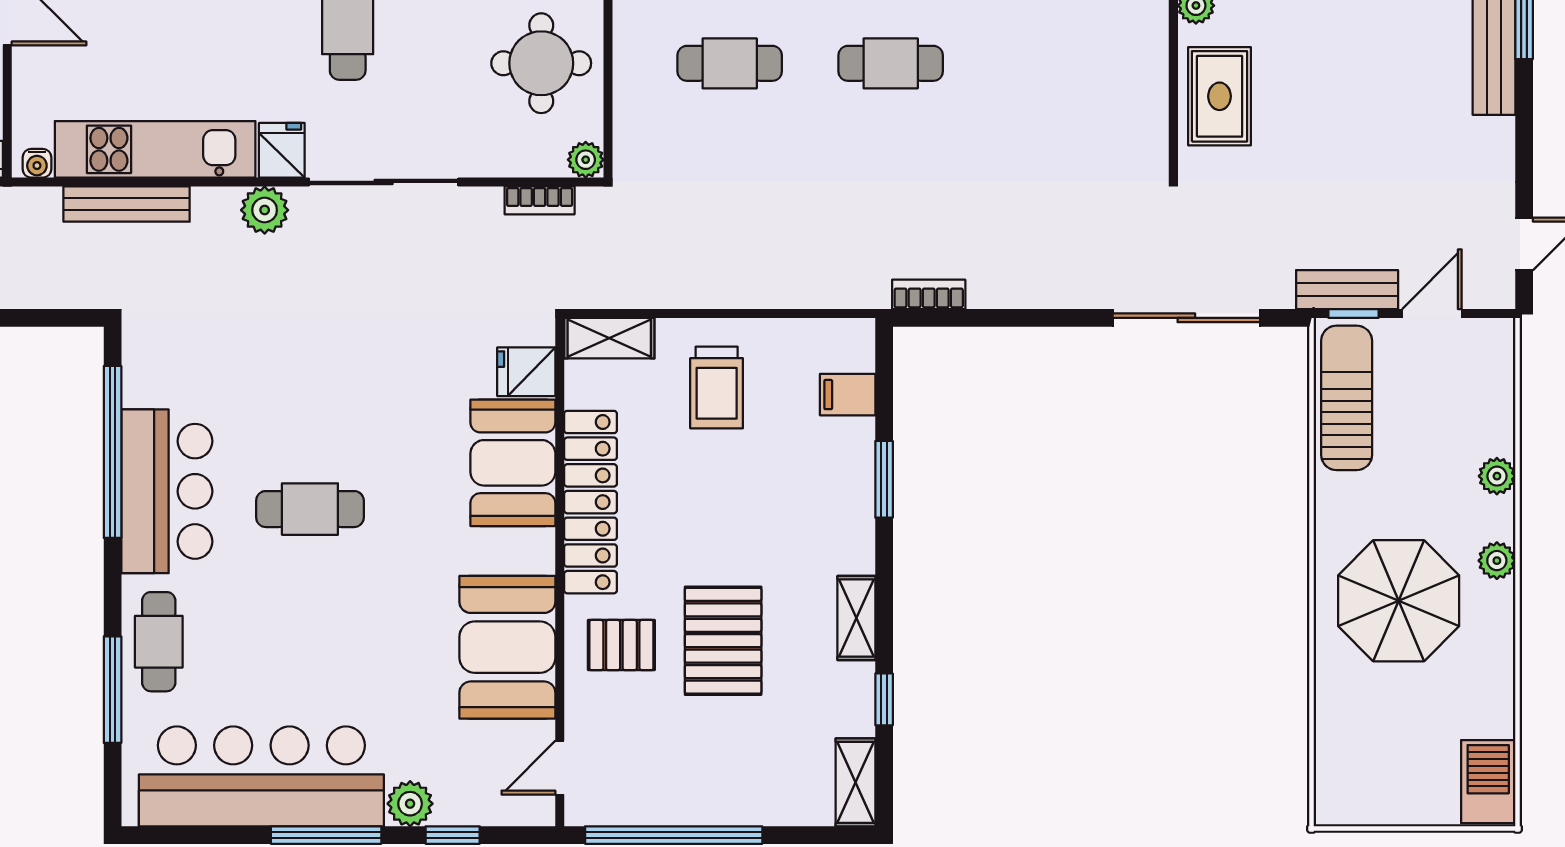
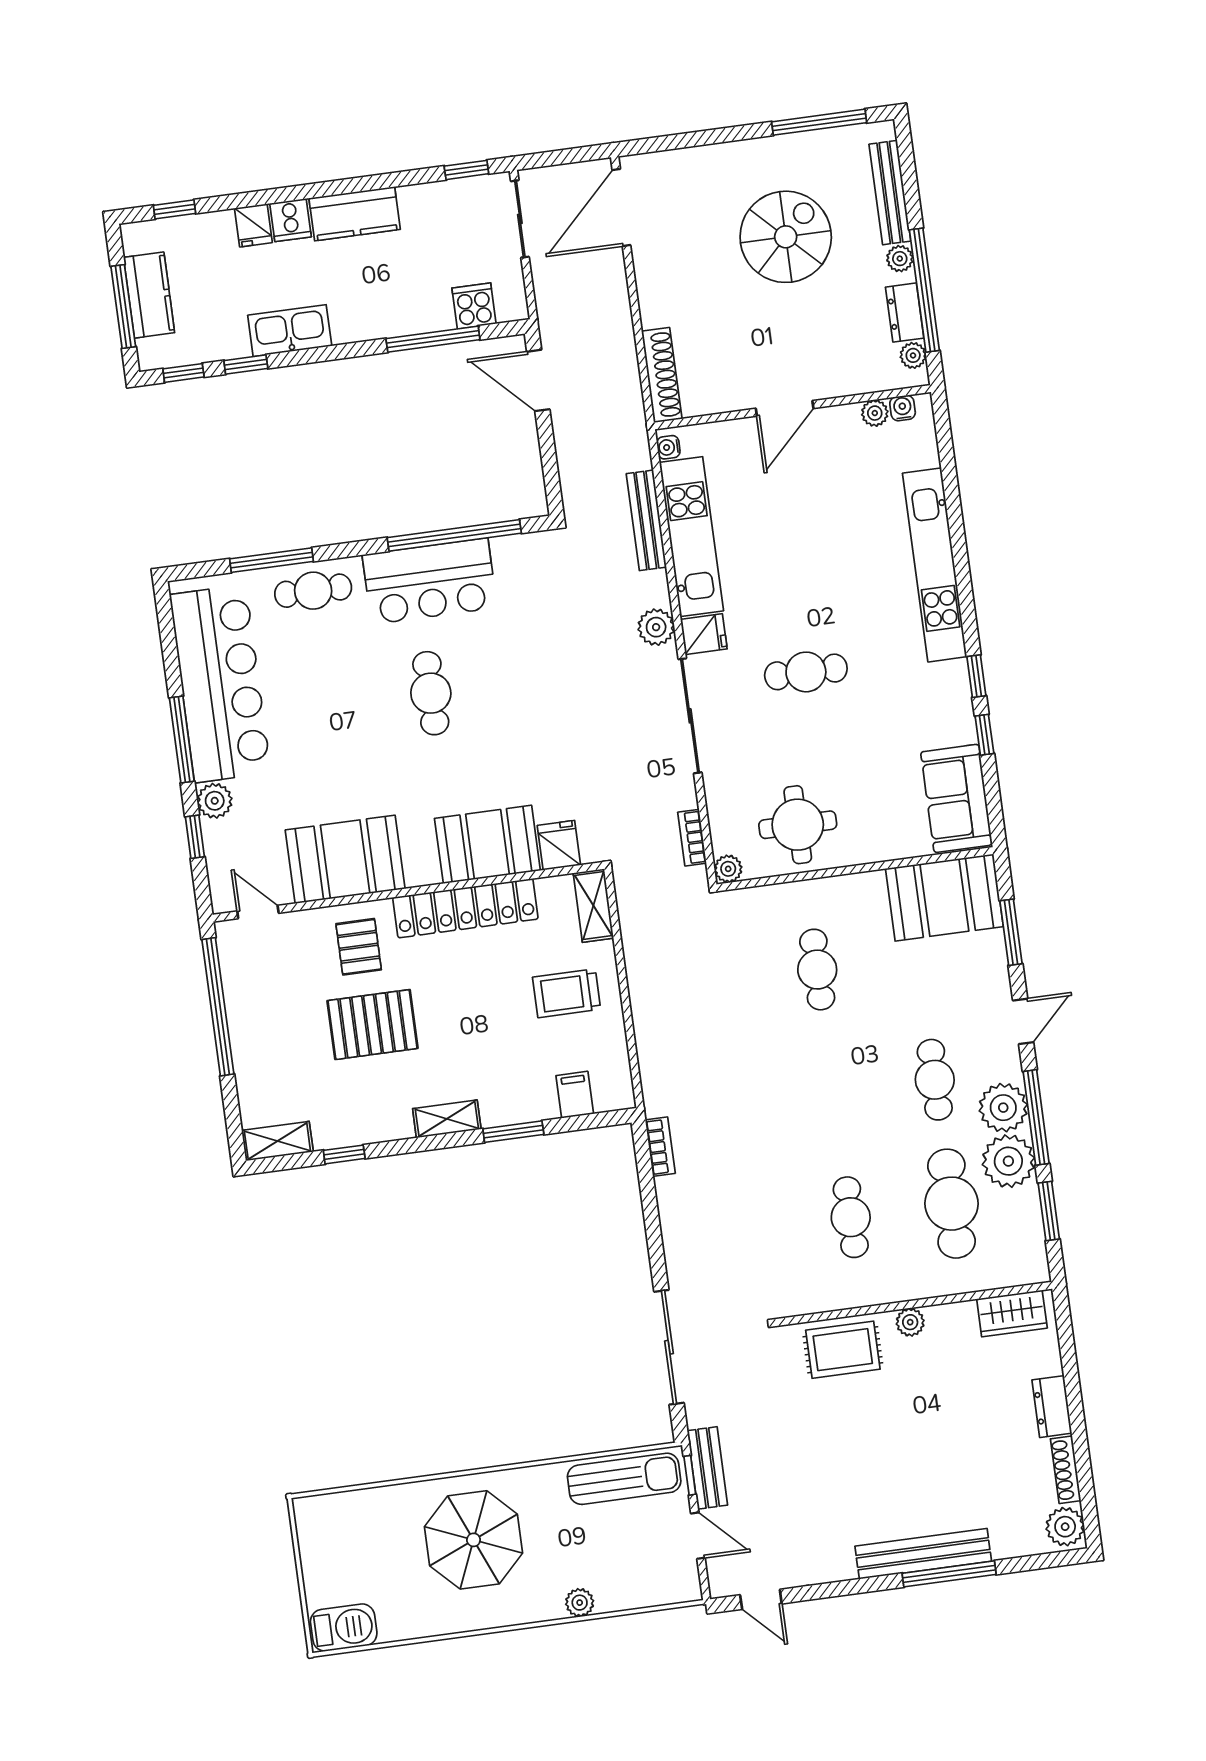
cafe table: (891, 63) -> (851, 1217), moved
plant: (1497, 561) -> (515, 1611), removed
shelving: (856, 618) -> (447, 1119), moved

